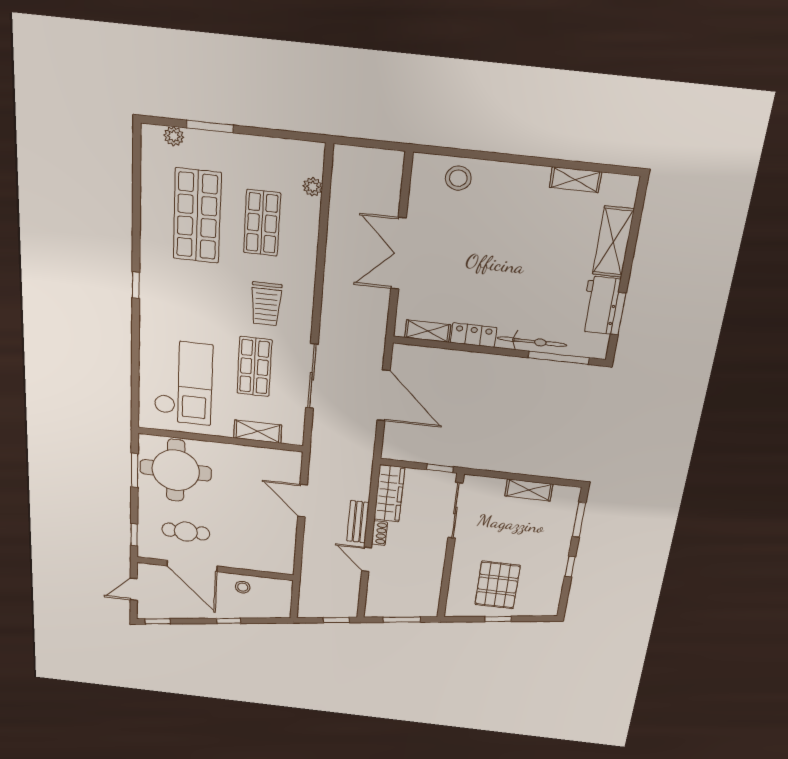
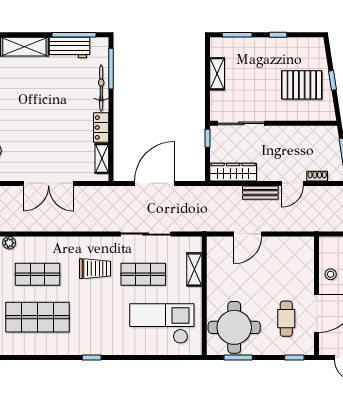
window: (618, 314) -> (74, 35), width x1.44
shoe rack: (379, 533) -> (317, 176), moved

